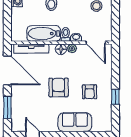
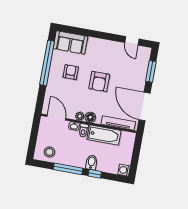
window: (115, 97) -> (47, 63), width x3.17
sofa: (75, 122) -> (70, 42), moved

